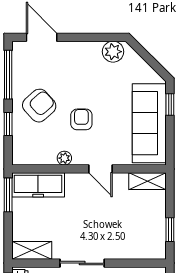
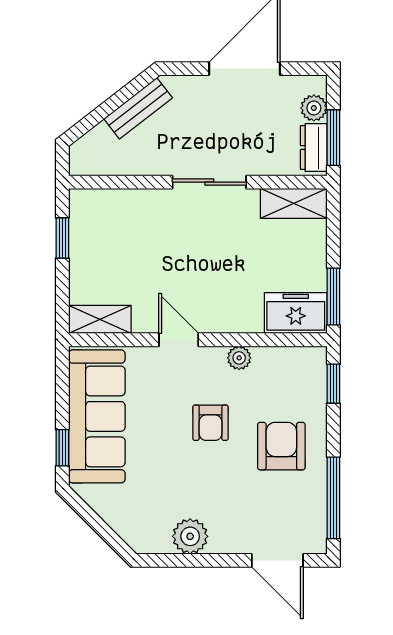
plant: (113, 52) -> (190, 536), moved
armchair: (39, 106) -> (281, 446), turned 132
window: (8, 124) -> (333, 384), moved
freezer: (38, 185) -> (296, 313), width x0.71

